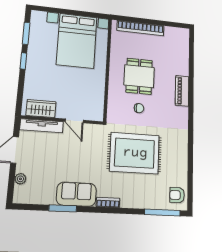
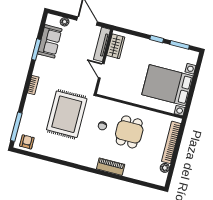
plant: (169, 31) -> (165, 168), added
dining table: (139, 76) -> (129, 132), turned 90
door: (74, 121) -> (101, 71), hinge flipped
sofa: (76, 194) -> (50, 41), moved

